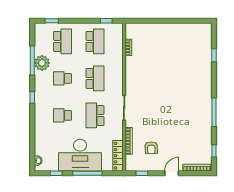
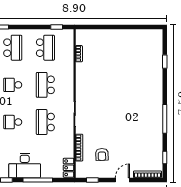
school desk: (95, 78) -> (45, 85), turned 180
desk: (80, 155) -> (25, 166), width x0.73, depth x0.77
locker: (118, 156) -> (68, 168), width x0.66

